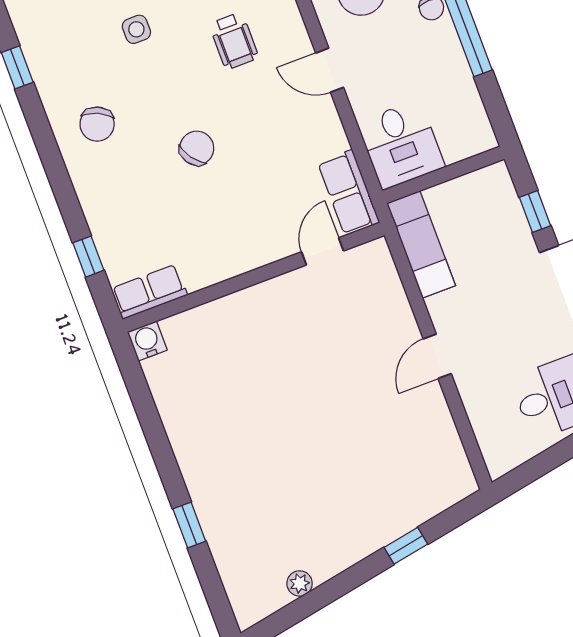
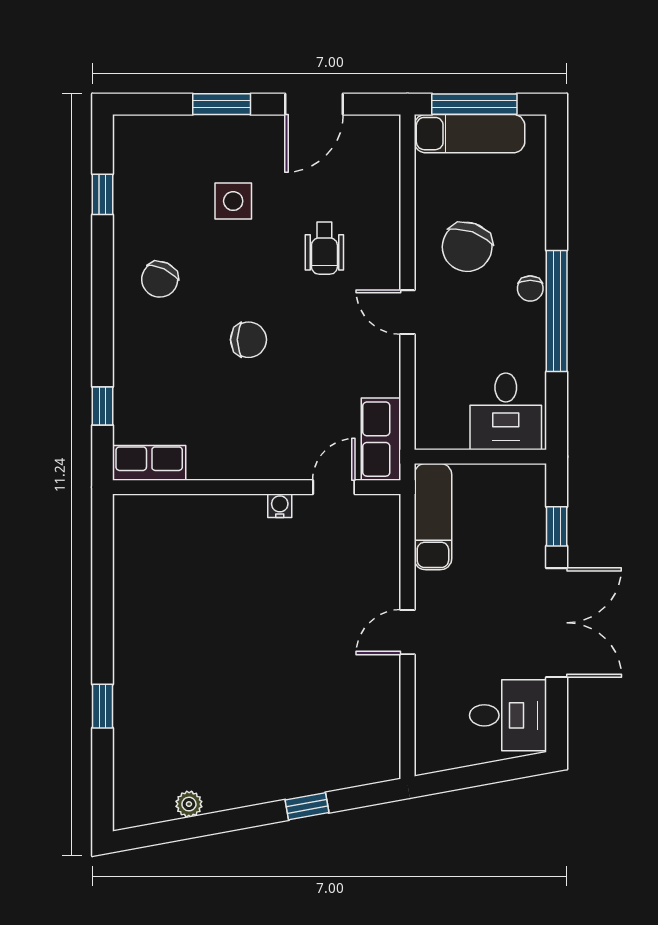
side table: (136, 29) -> (233, 201), width x1.37, depth x1.37
desk: (401, 145) -> (506, 411), moved
chair: (197, 148) -> (249, 340), turned 35
water cooler: (147, 341) -> (280, 506), moved, width x0.72, depth x0.72

